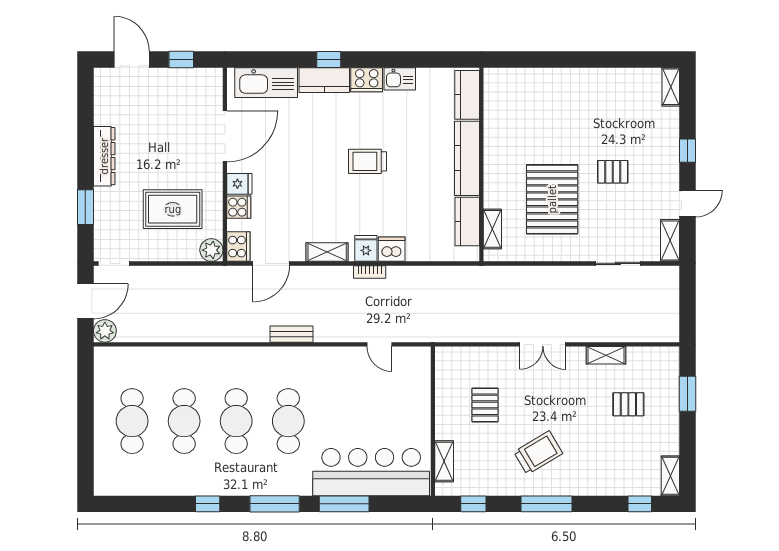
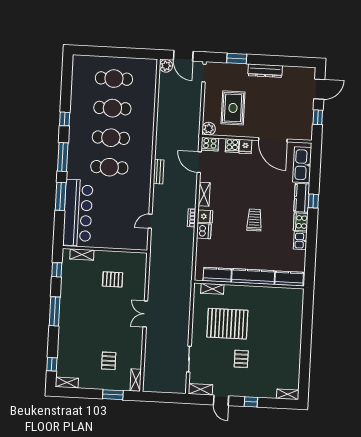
shelving: (606, 355) -> (136, 380), moved
trolley: (538, 453) -> (84, 308), removed

